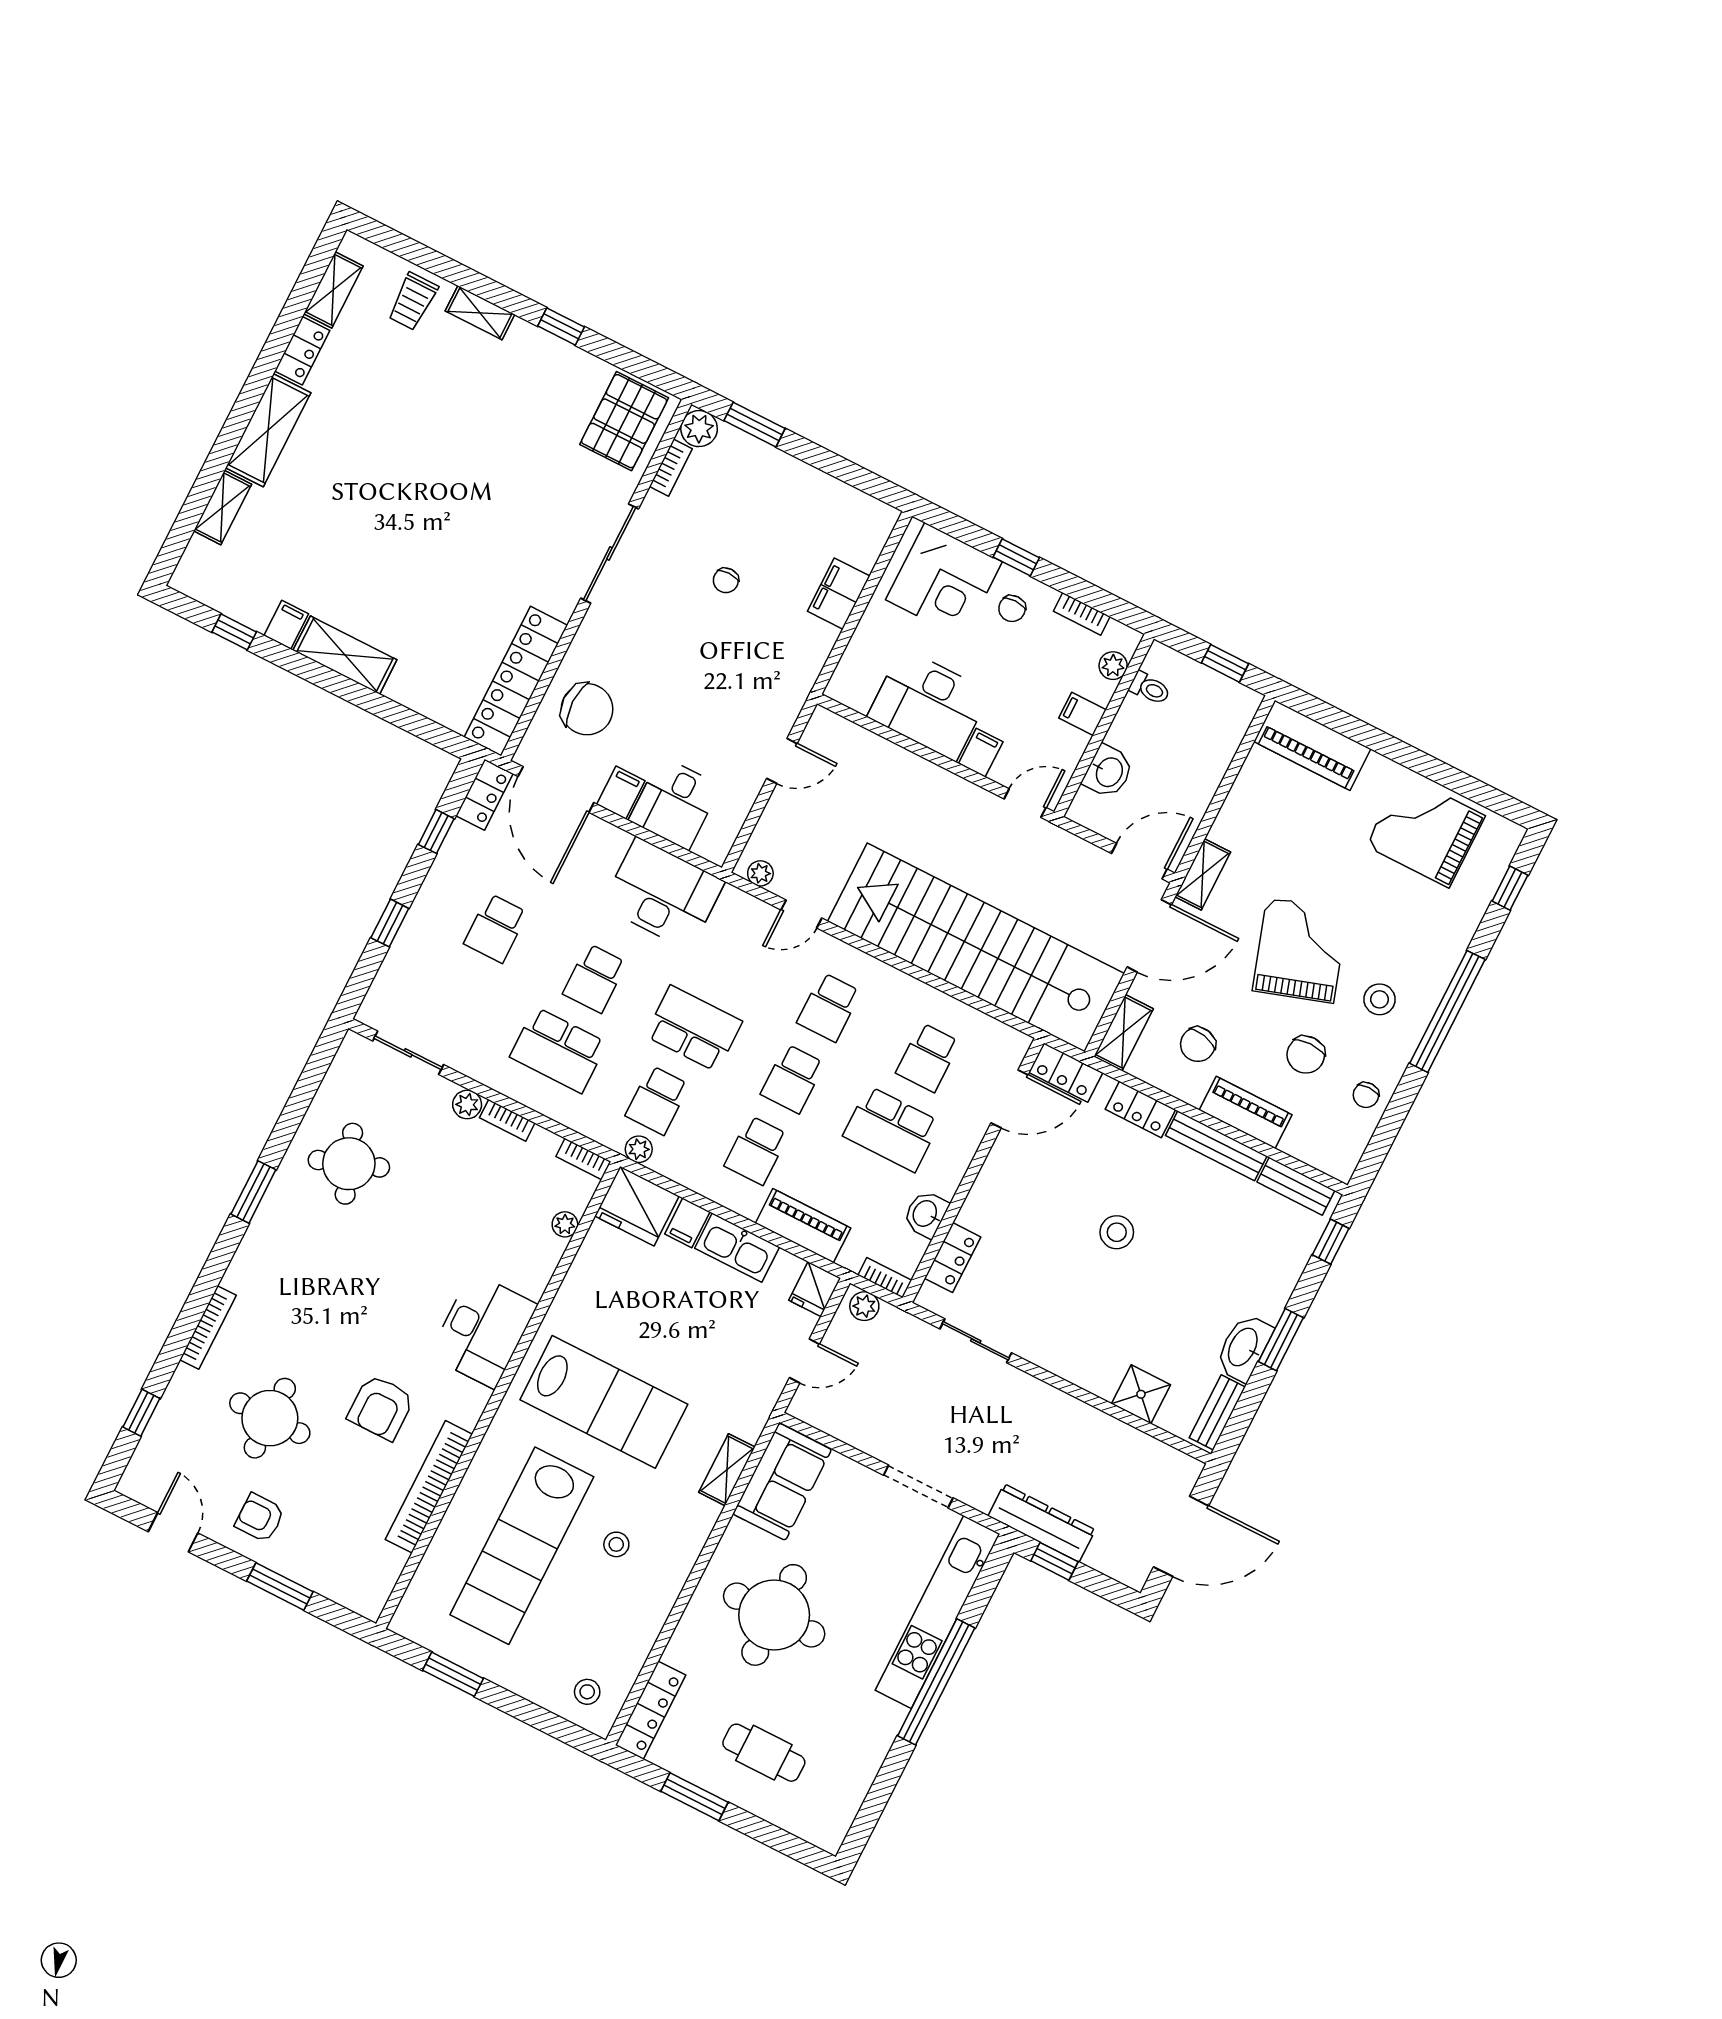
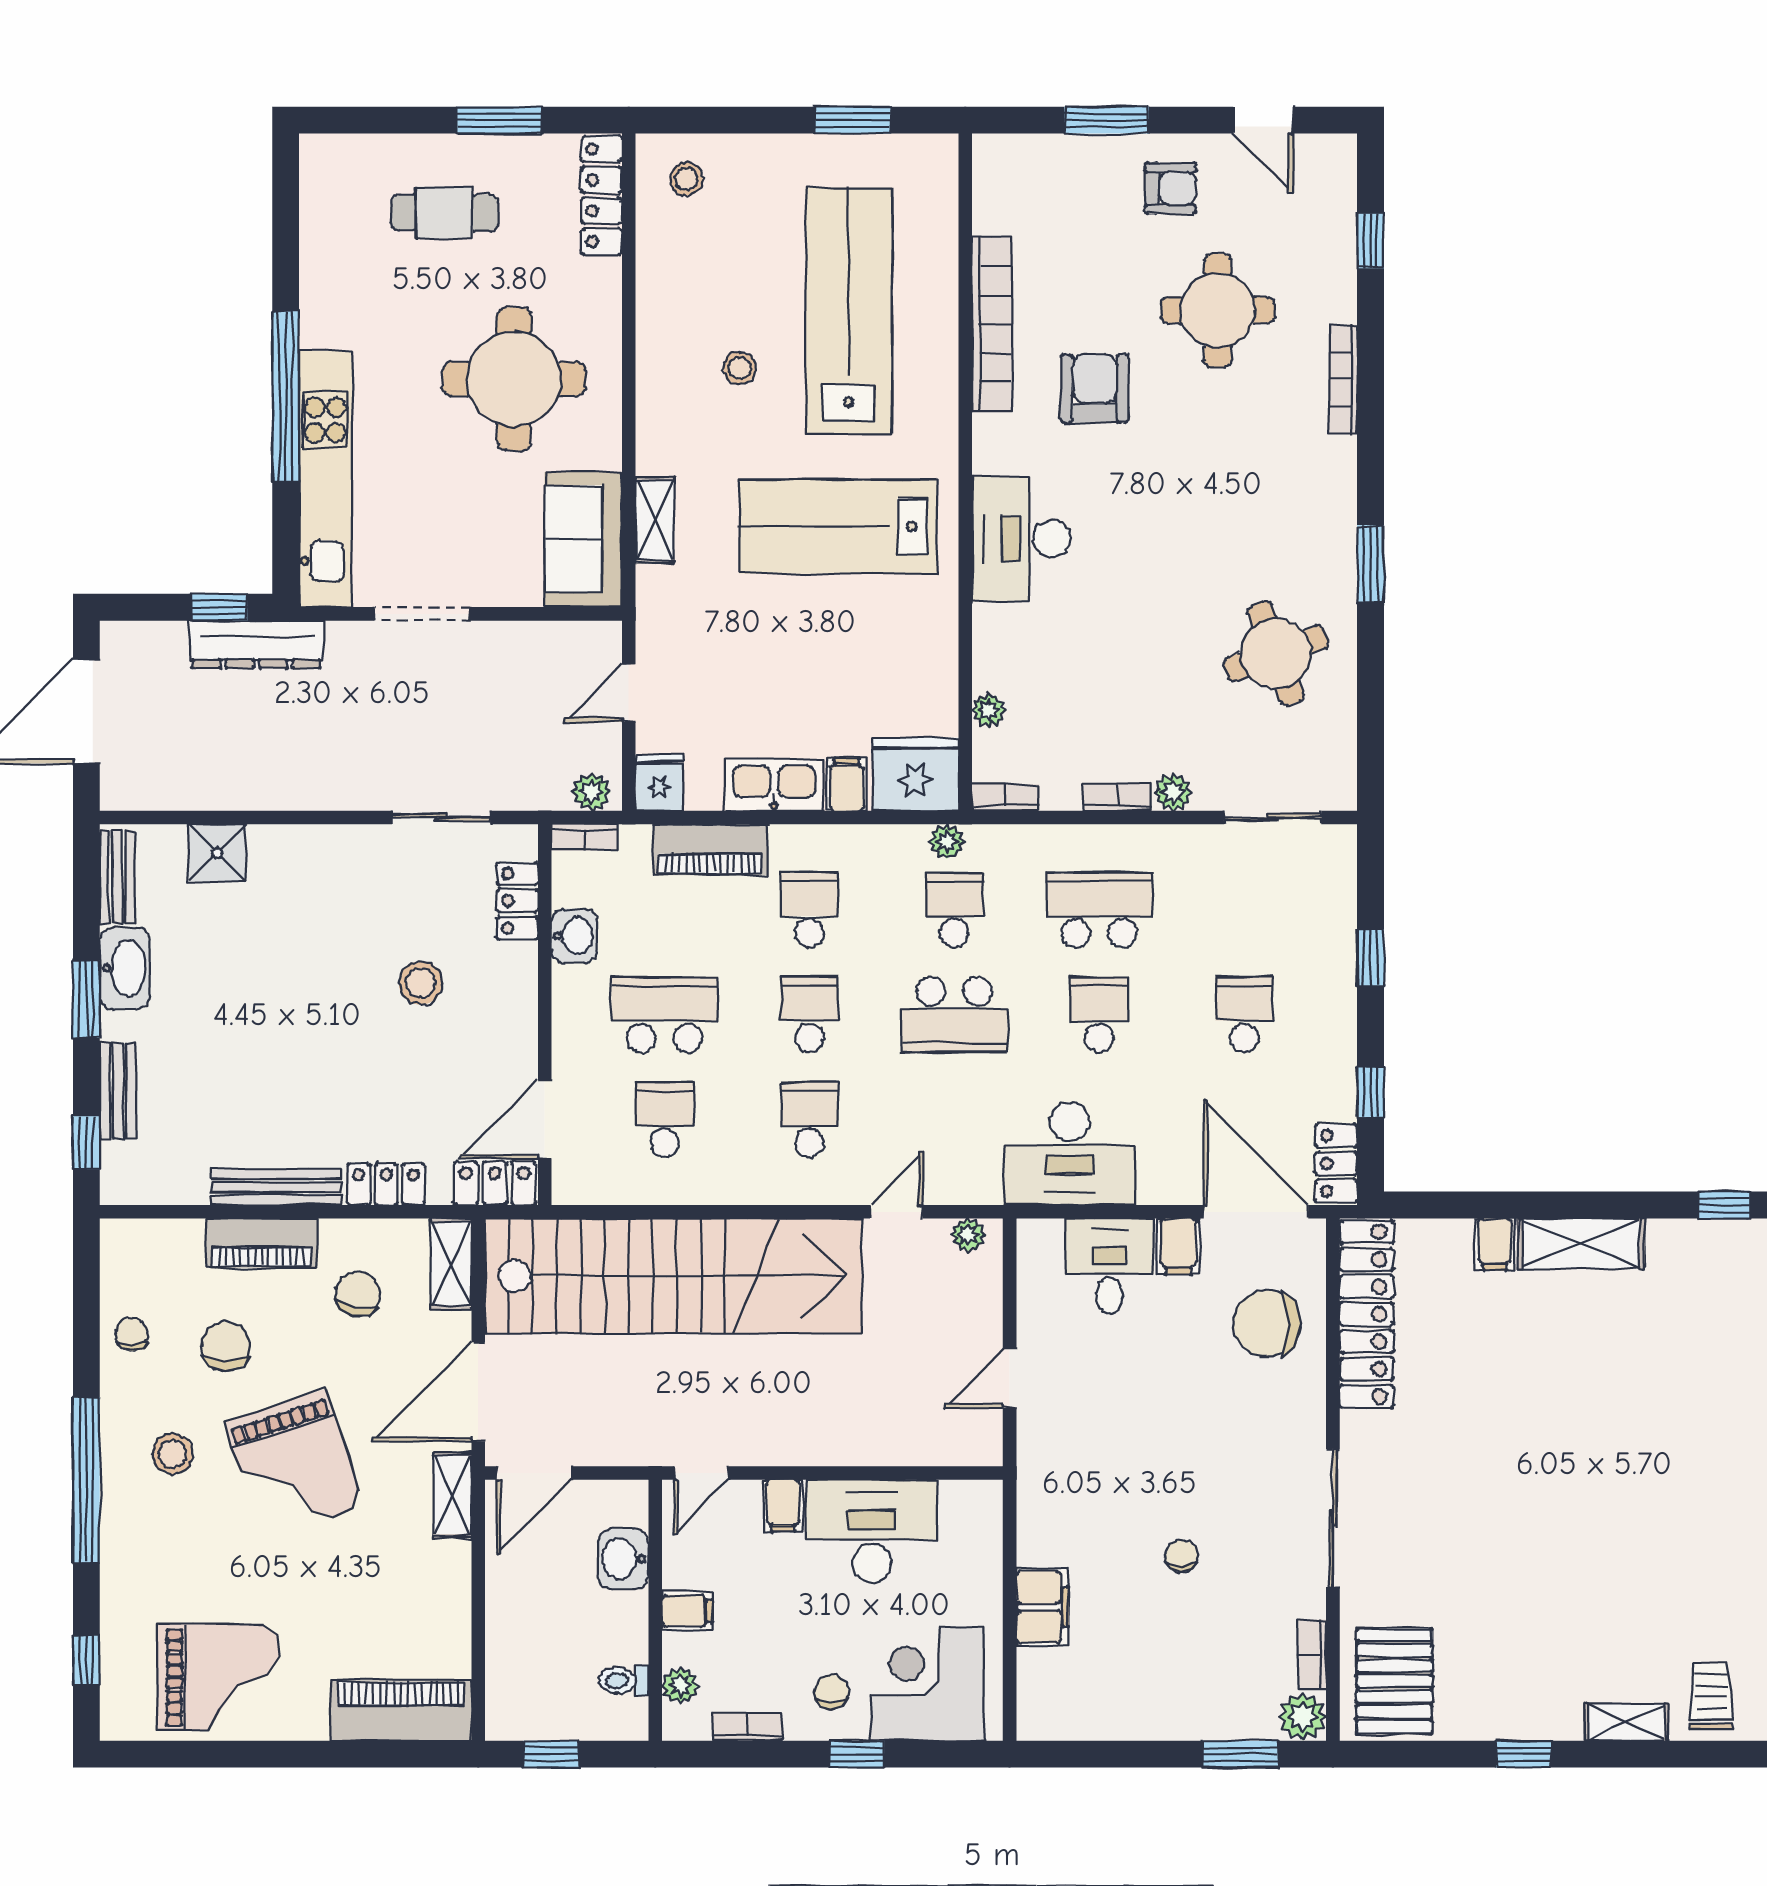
filing cabinet: (286, 625) -> (1495, 1244), moved
bench: (1296, 1186) -> (118, 1091), moved, turned 90
stool: (1117, 1232) -> (421, 983), moved

